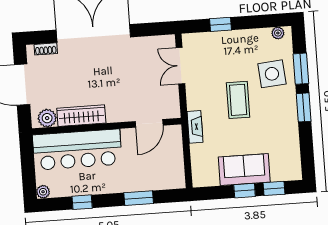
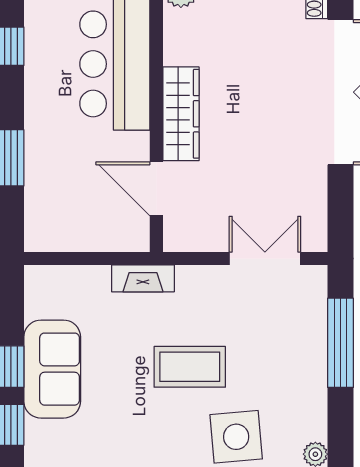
window: (221, 24) -> (340, 343), width x2.17
wardrobe: (81, 116) -> (181, 114), moved

